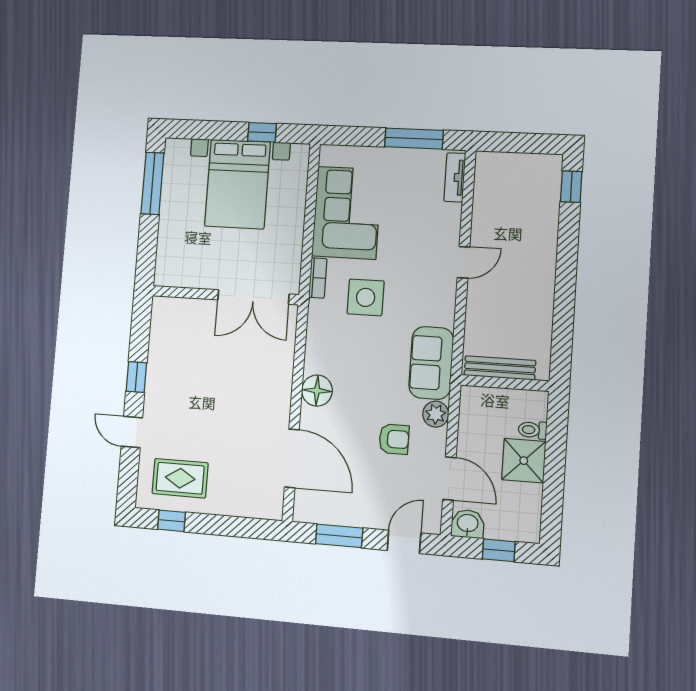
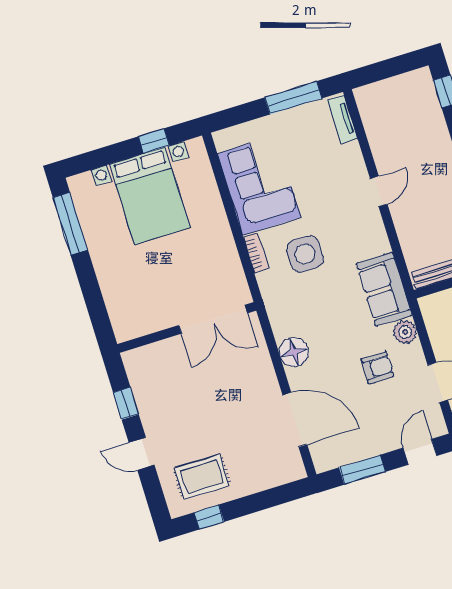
wall: (225, 295) -> (187, 327), moved
double door: (253, 297) -> (213, 319), moved

